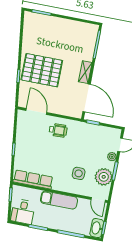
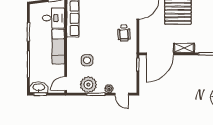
desk: (23, 212) -> (53, 18), moved, turned 180

